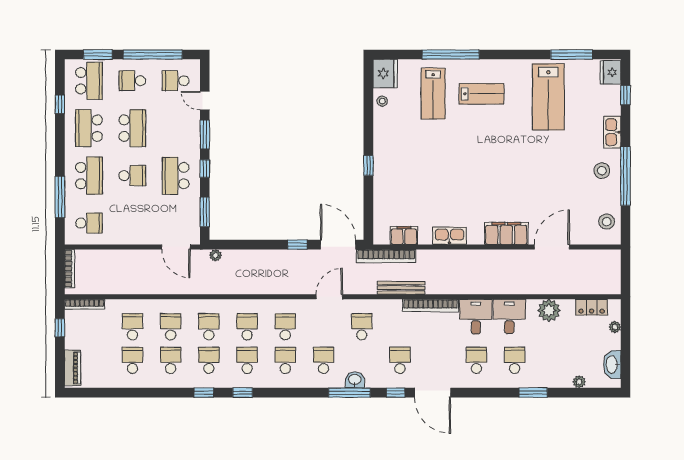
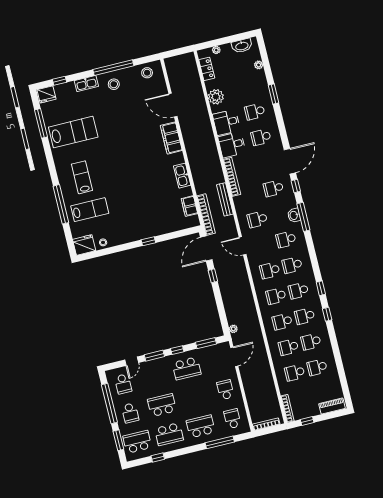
school desk: (132, 176) -> (225, 390), moved

